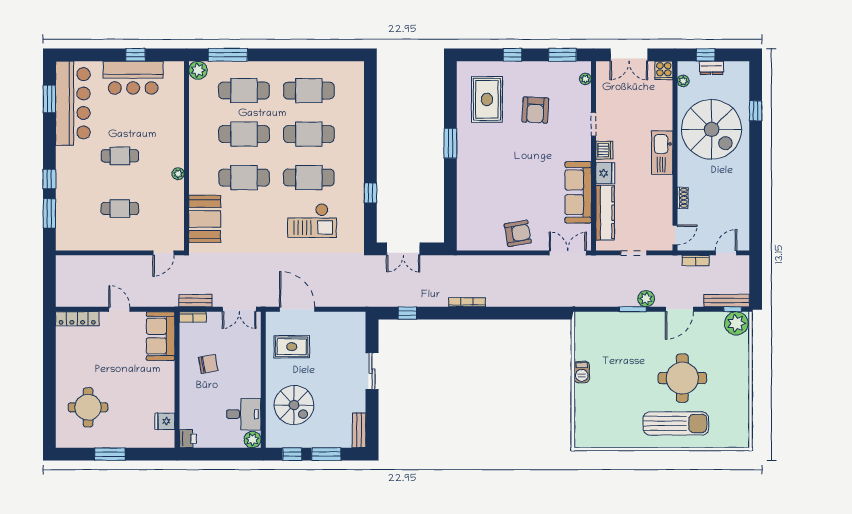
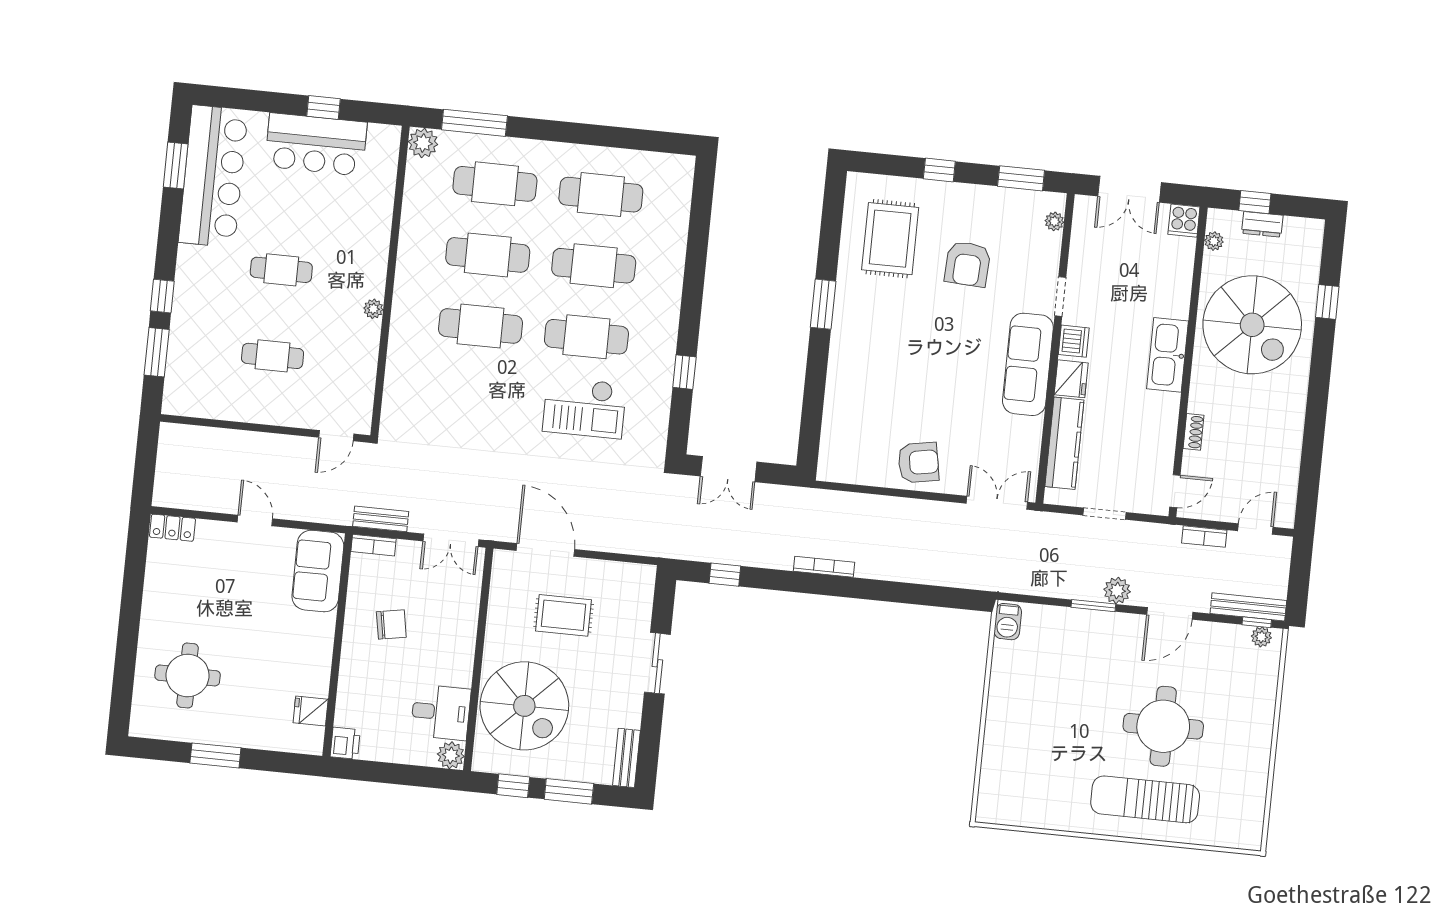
sofa: (578, 192) -> (1028, 364), moved
booth: (205, 219) -> (409, 387), removed
locker: (77, 319) -> (172, 528), width x0.66
plant: (736, 323) -> (1261, 637), width x0.53, depth x0.53
rug: (292, 347) -> (564, 615), moved
barbecue: (582, 372) -> (1008, 622), moved
spiral stairs: (294, 405) -> (524, 706), width x1.37, depth x1.37
sun lounger: (676, 423) -> (1145, 799), turned 180

